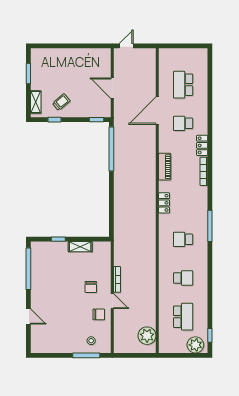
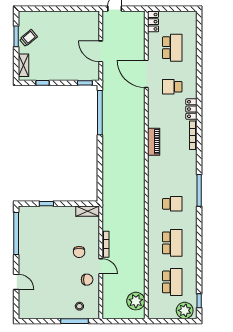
school desk: (183, 85) -> (172, 48), turned 180
trolley: (61, 102) -> (28, 38), moved
door: (157, 111) -> (146, 74), hinge flipped
piano: (165, 167) -> (154, 142), moved
locker: (164, 203) -> (153, 22), moved
school desk: (183, 239) -> (172, 204), turned 180
shelving: (80, 247) -> (88, 211), moved
school desk: (183, 278) -> (172, 243), width x1.85

